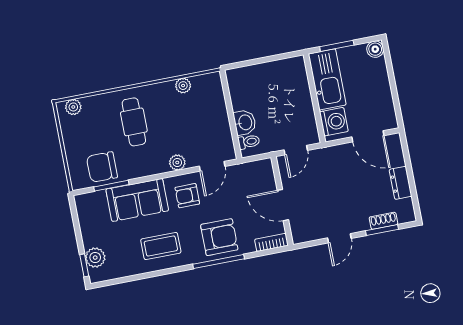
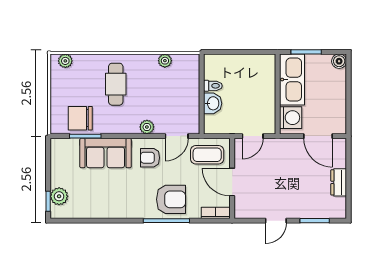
toilet: (249, 142) -> (213, 86), moved
shoe rack: (383, 221) -> (317, 213), removed
coffee table: (161, 246) -> (207, 155), moved

